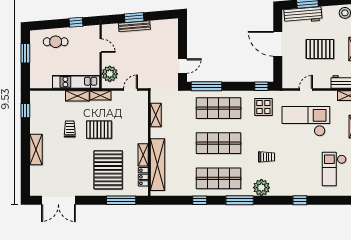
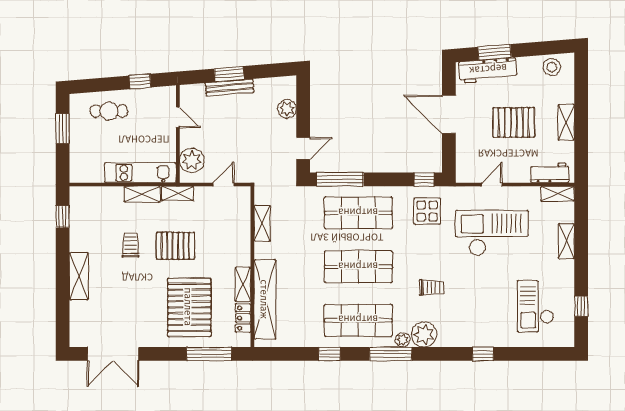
plant: (172, 40) -> (287, 109), added
plant: (247, 191) -> (403, 340), added

